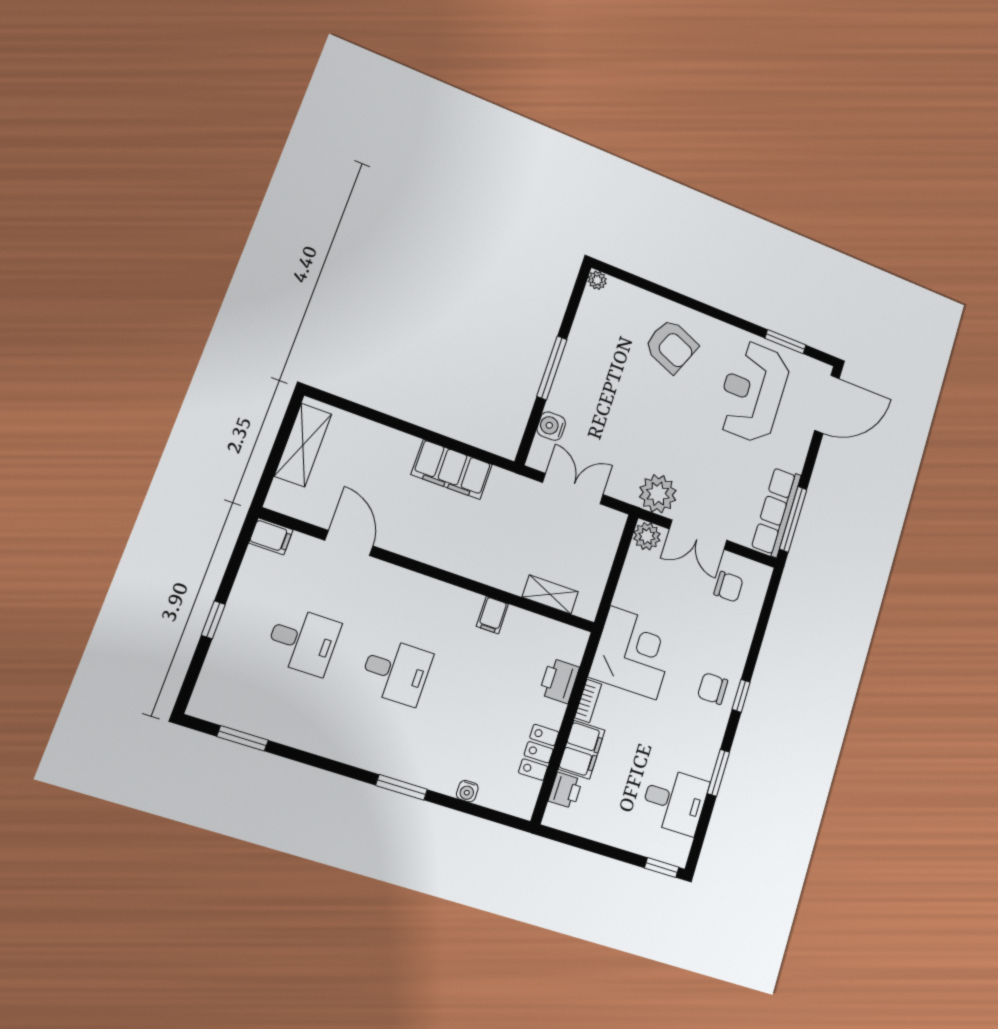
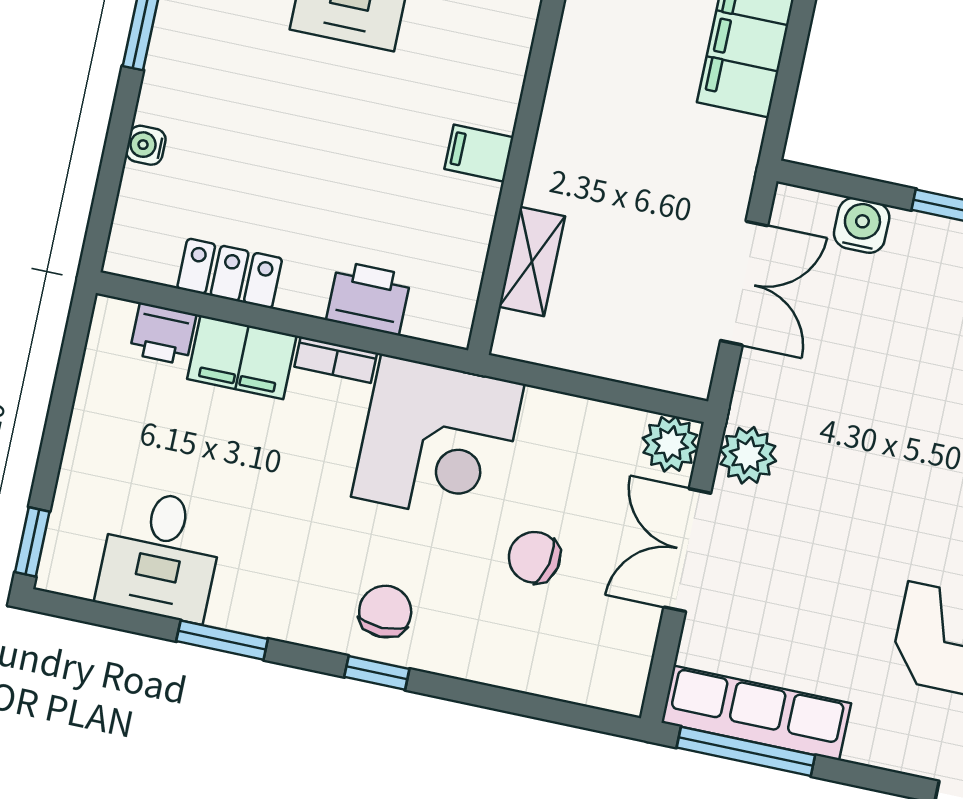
plant: (658, 494) -> (748, 455), width x0.73, depth x0.73
chair: (729, 587) -> (534, 557), moved, turned 102

